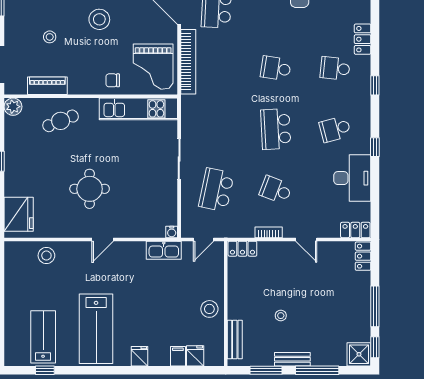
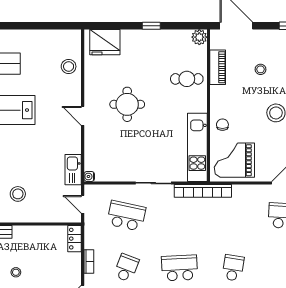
bookcase: (188, 62) -> (203, 191), moved
cafe table: (61, 121) -> (187, 79), turned -68
stool: (209, 309) -> (18, 194), moved

